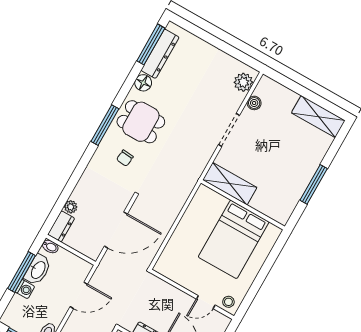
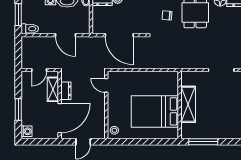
shelving: (230, 184) -> (188, 104), moved
window: (314, 184) -> (203, 142), moved
door: (206, 302) -> (106, 85), moved

